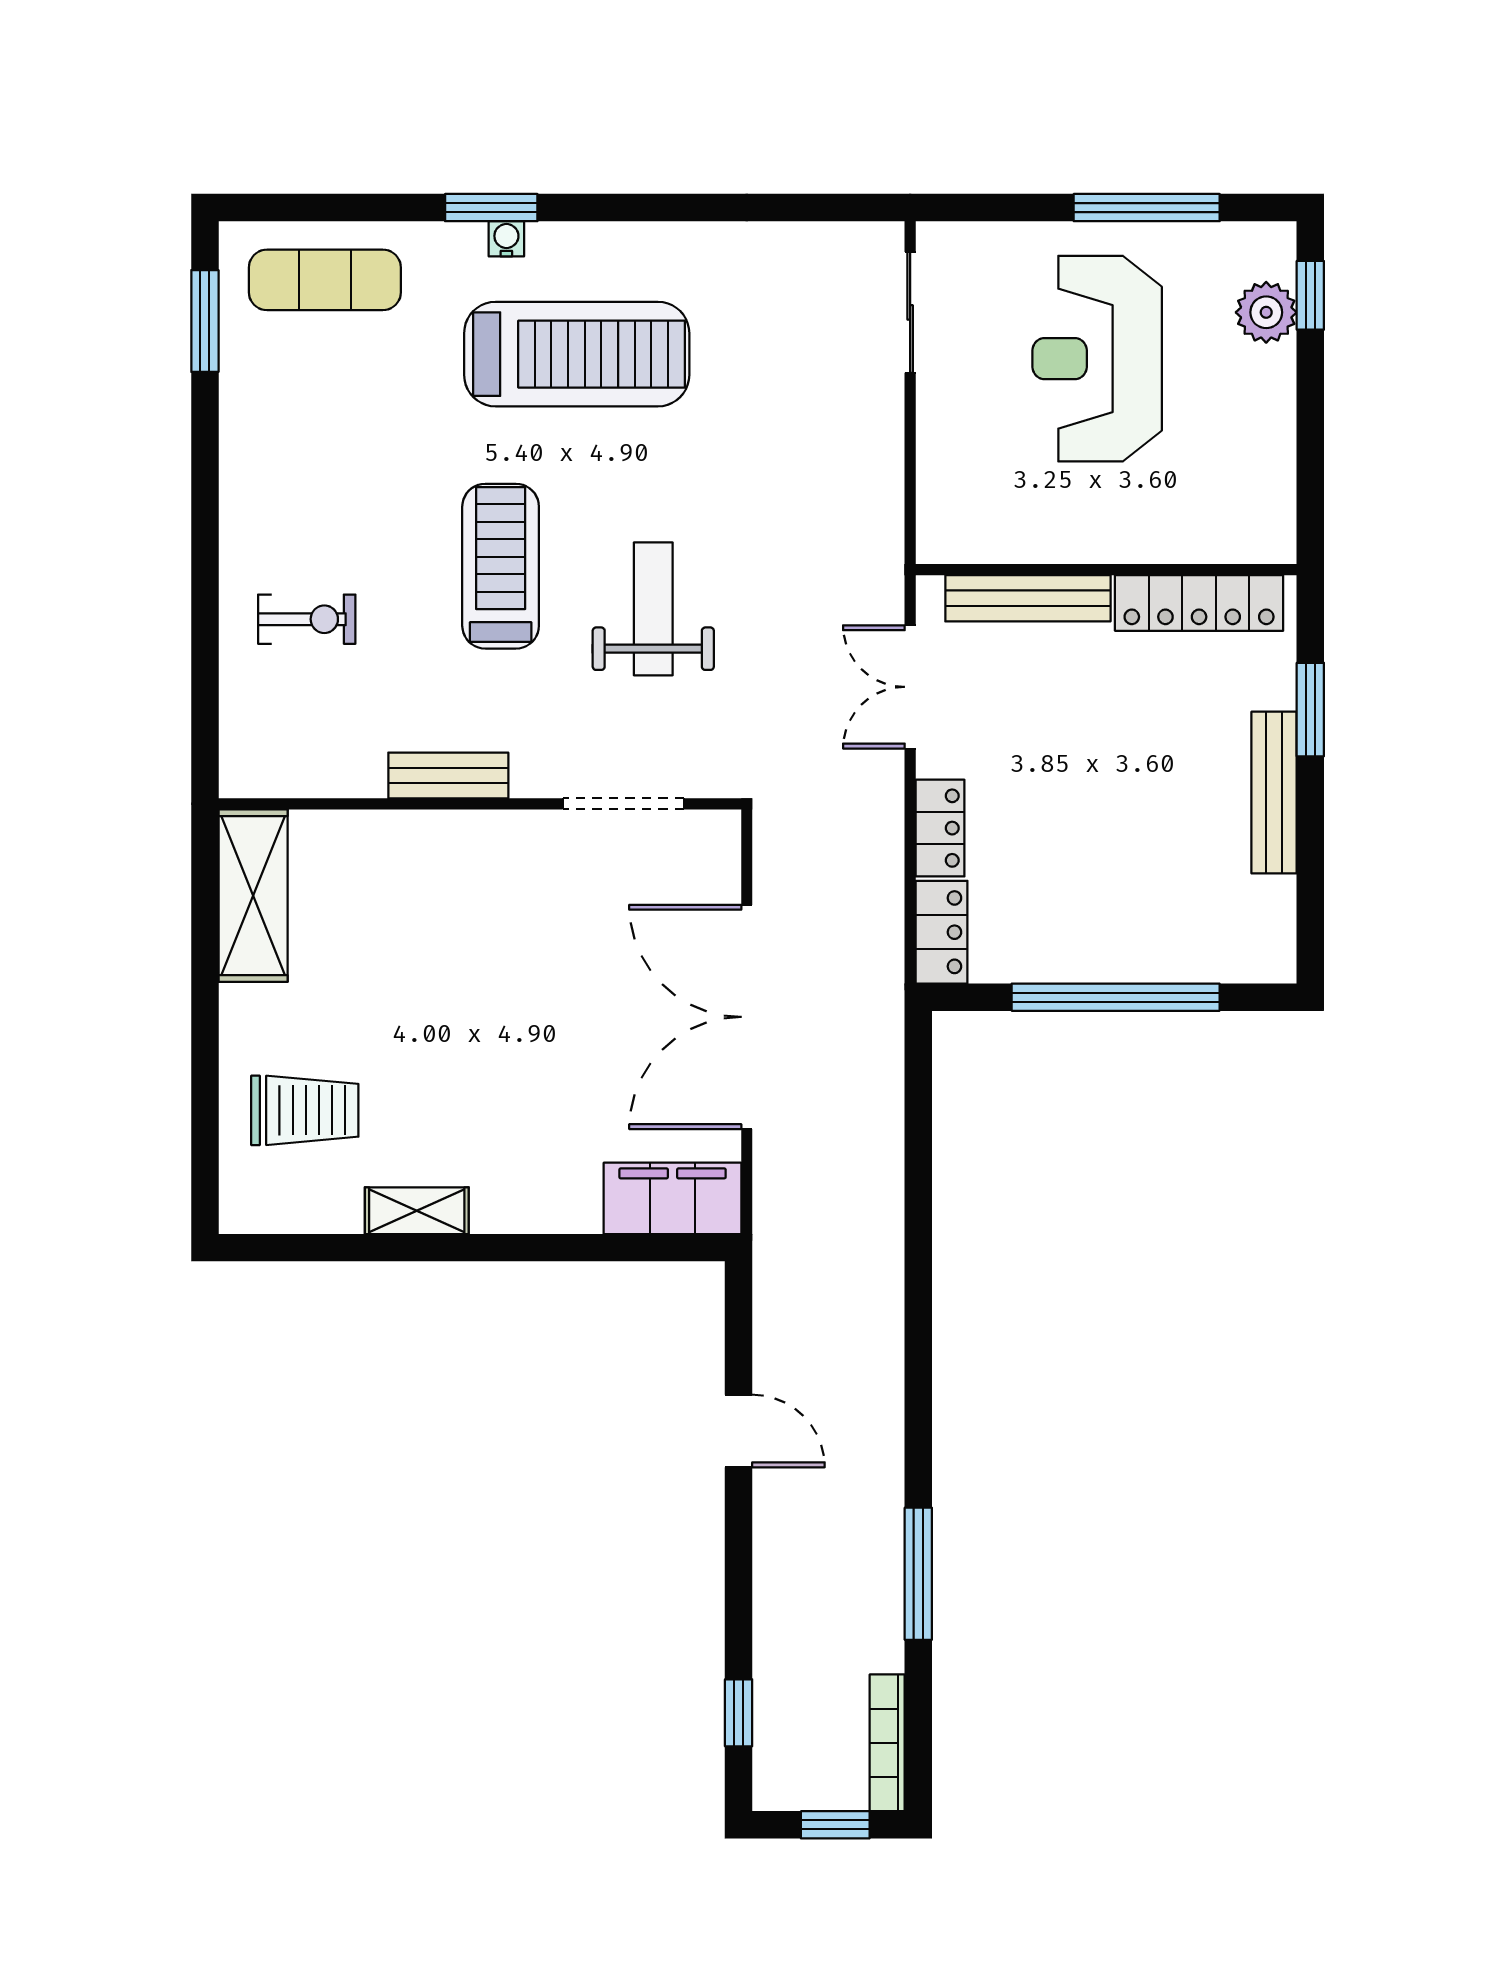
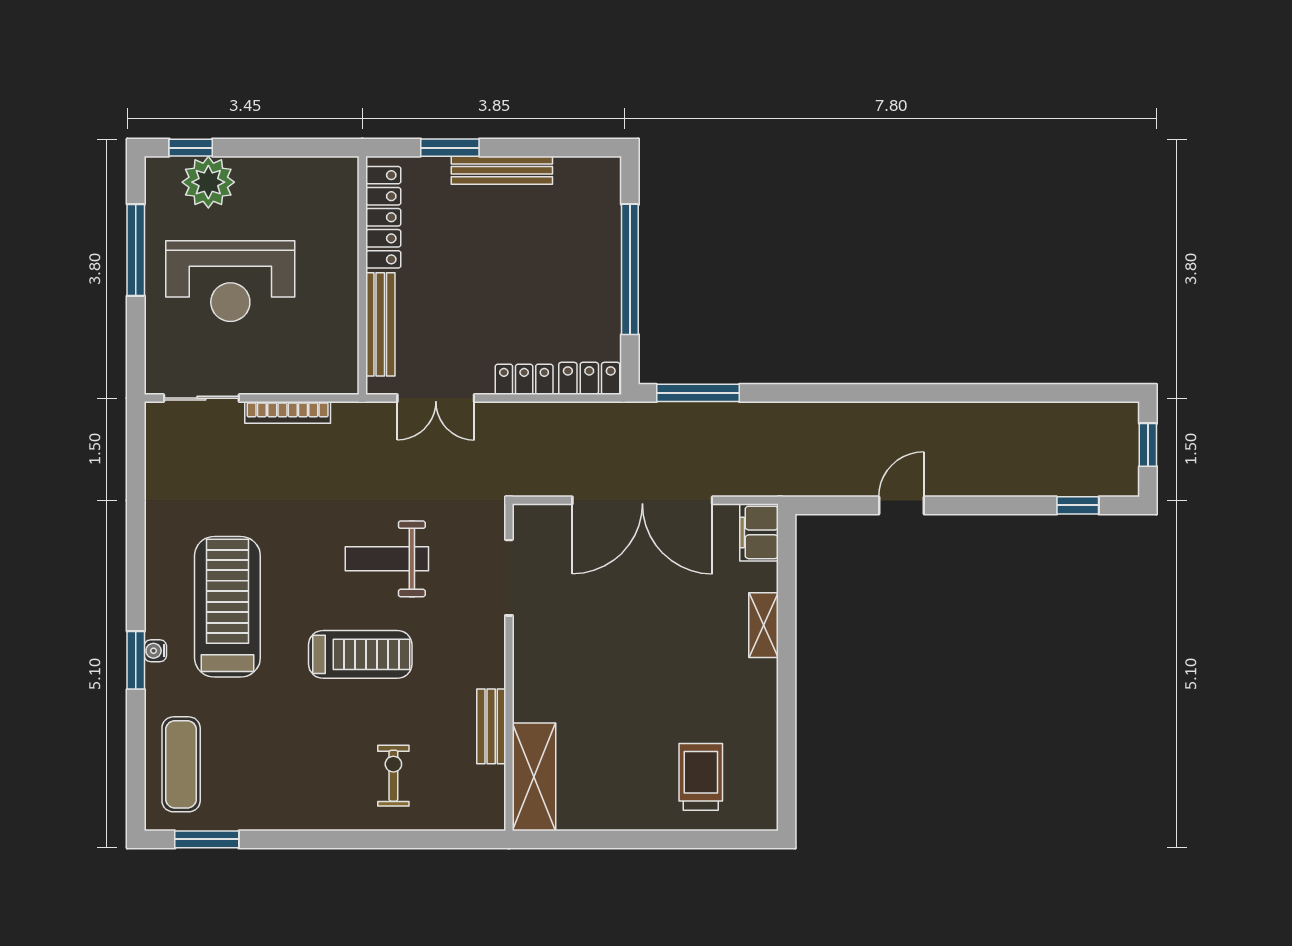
plant: (1266, 312) -> (208, 182), width x1.36, depth x1.36
treadmill: (501, 566) -> (360, 654), turned 180
bench: (448, 775) -> (491, 726), moved
shelving: (253, 896) -> (534, 777), moved, turned 90
filing cabinet: (673, 1198) -> (759, 532), width x0.67, depth x0.86
shelving: (417, 1211) -> (764, 625), moved
window: (918, 1574) -> (698, 393), moved
bookcase: (887, 1743) -> (288, 412), moved

